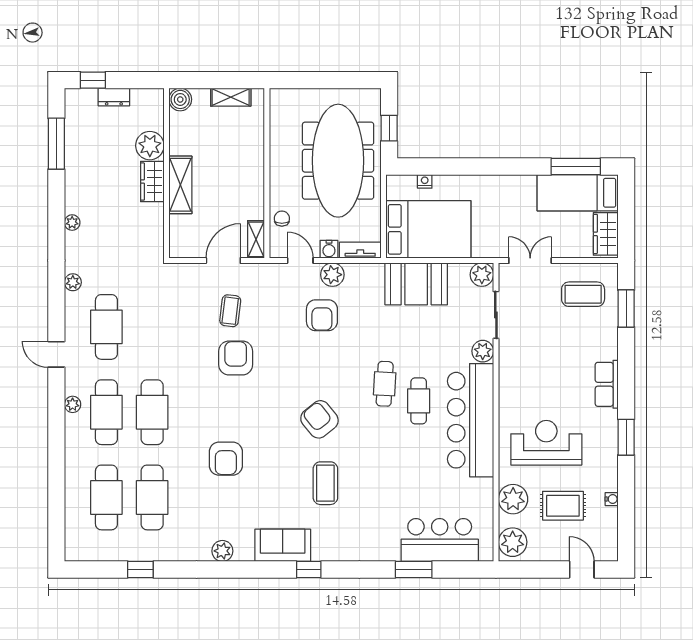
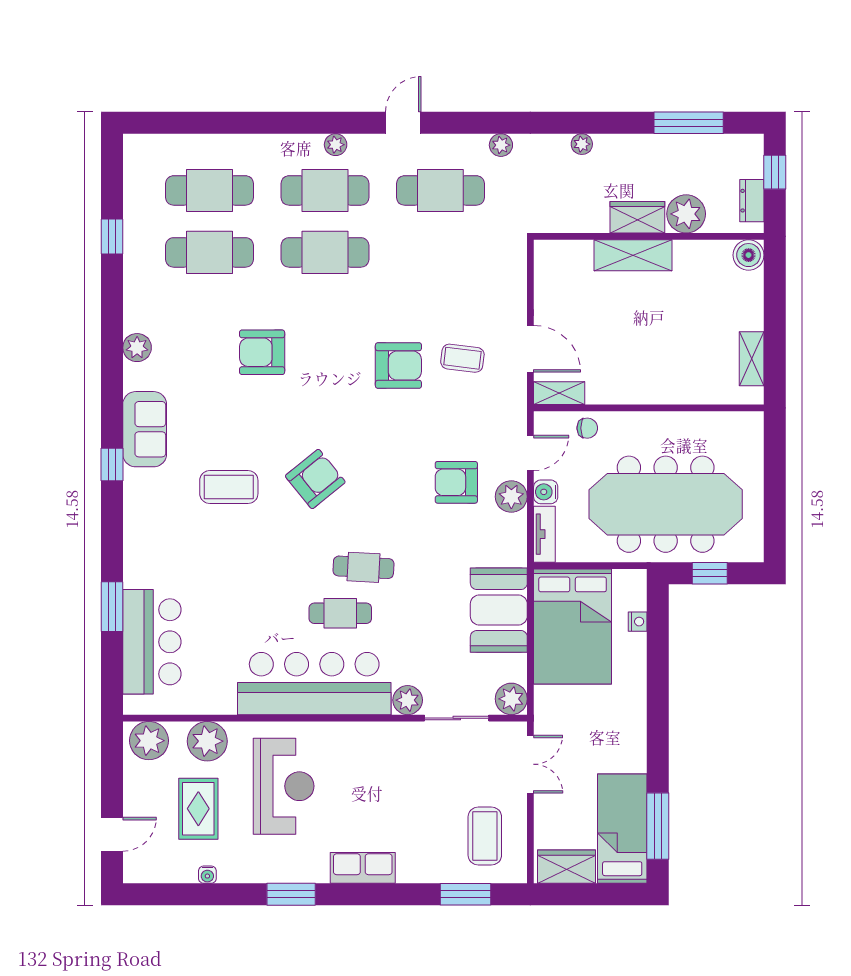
boiler: (180, 99) -> (749, 255), moved
plant: (150, 146) -> (686, 214), moved
wall: (166, 173) -> (649, 236), moved
wardrobe: (152, 182) -> (637, 217), moved
shelving: (180, 185) -> (633, 255), moved

